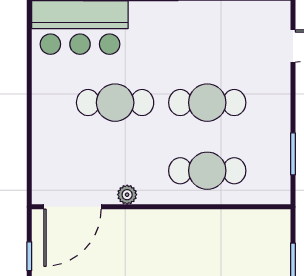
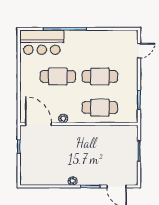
door: (73, 207) -> (38, 124), swing flipped

